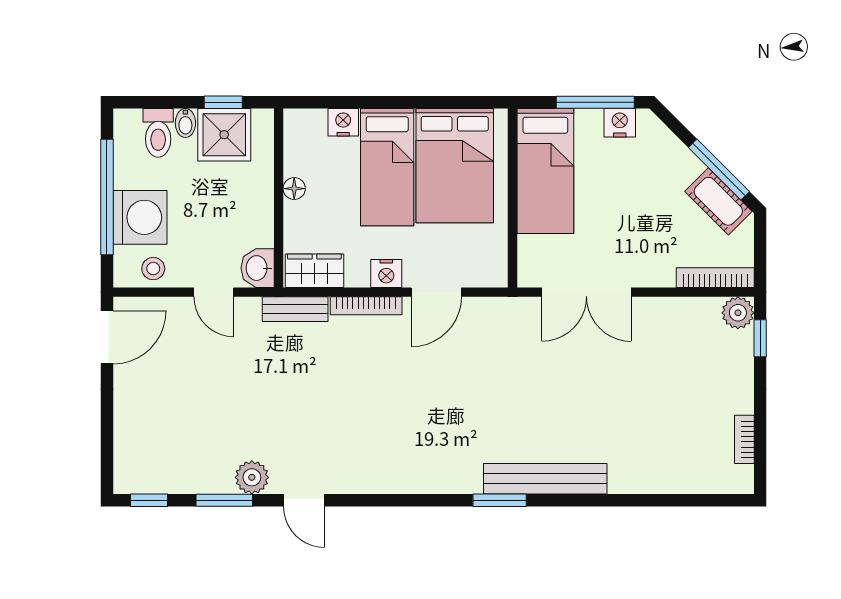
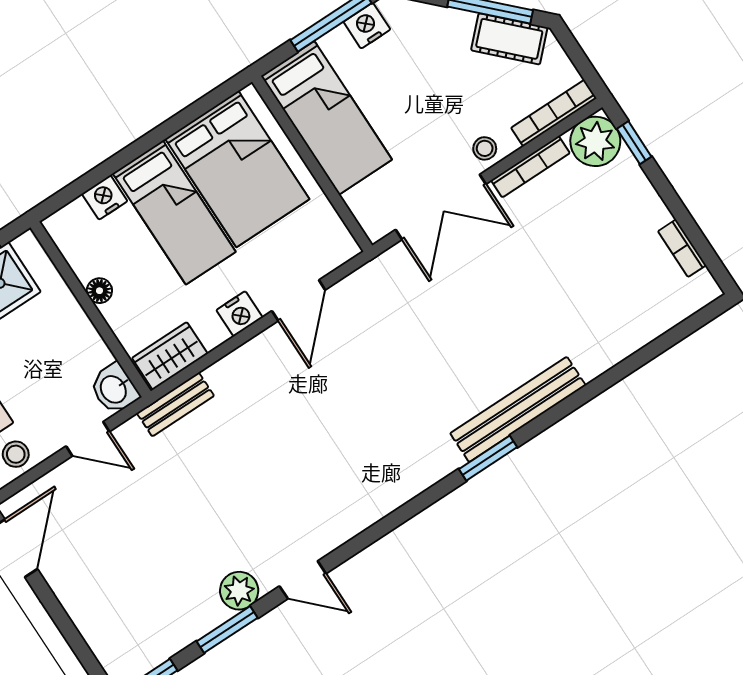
stool: (647, 270) -> (485, 148), added
bookcase: (366, 306) -> (530, 167), moved
plant: (738, 313) -> (595, 141), width x1.36, depth x1.36

